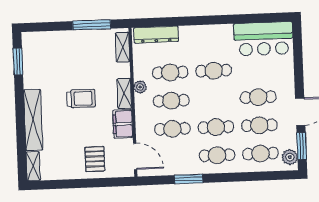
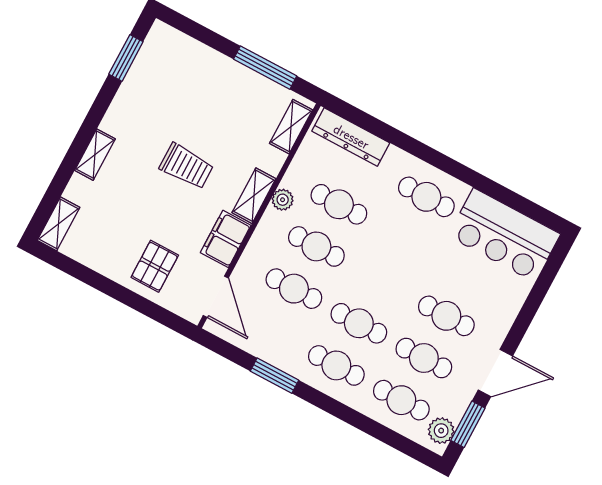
cafe table: (214, 71) -> (426, 197), moved
shelving: (33, 120) -> (95, 155), width x0.45, depth x0.75

